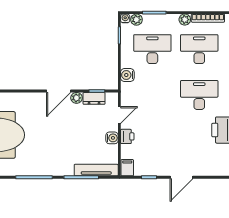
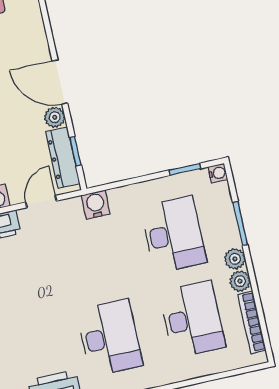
plant: (136, 20) -> (235, 259), moved
water cooler: (127, 75) -> (96, 204), moved
dresser: (94, 98) -> (63, 158), width x1.44
door: (119, 115) -> (41, 202), swing flipped

